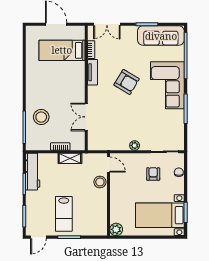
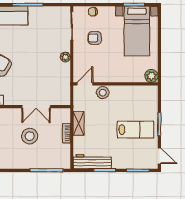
stool: (41, 117) -> (30, 136), moved

